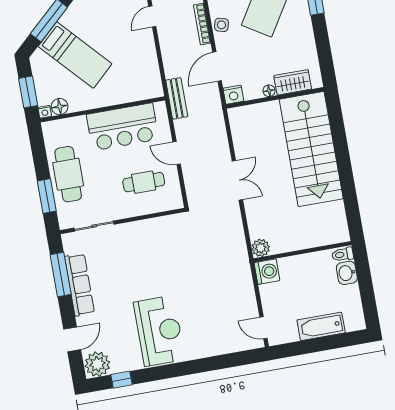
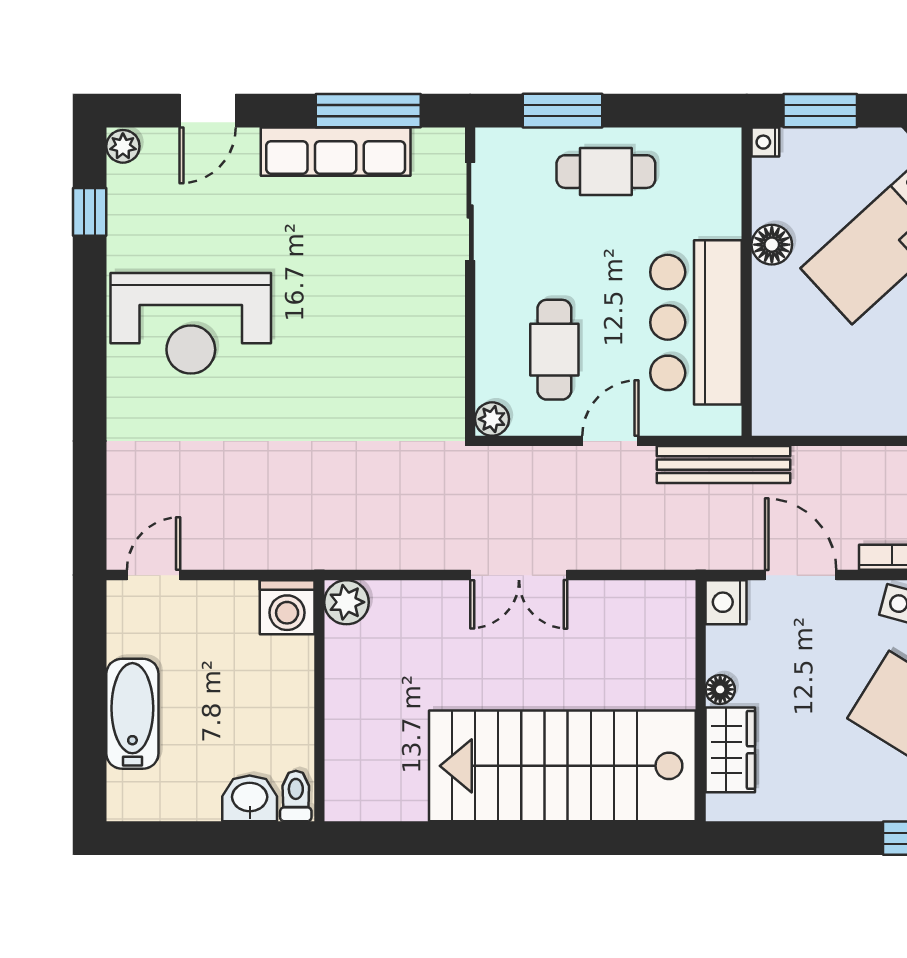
bench: (177, 98) -> (724, 465), width x1.36
floor lamp: (60, 107) -> (772, 245), moved
cafe table: (68, 174) -> (606, 172), width x0.73, depth x0.74
plant: (176, 202) -> (492, 419), added
door: (72, 339) -> (208, 111), hinge flipped
plant: (97, 364) -> (123, 146), width x0.53, depth x0.53

